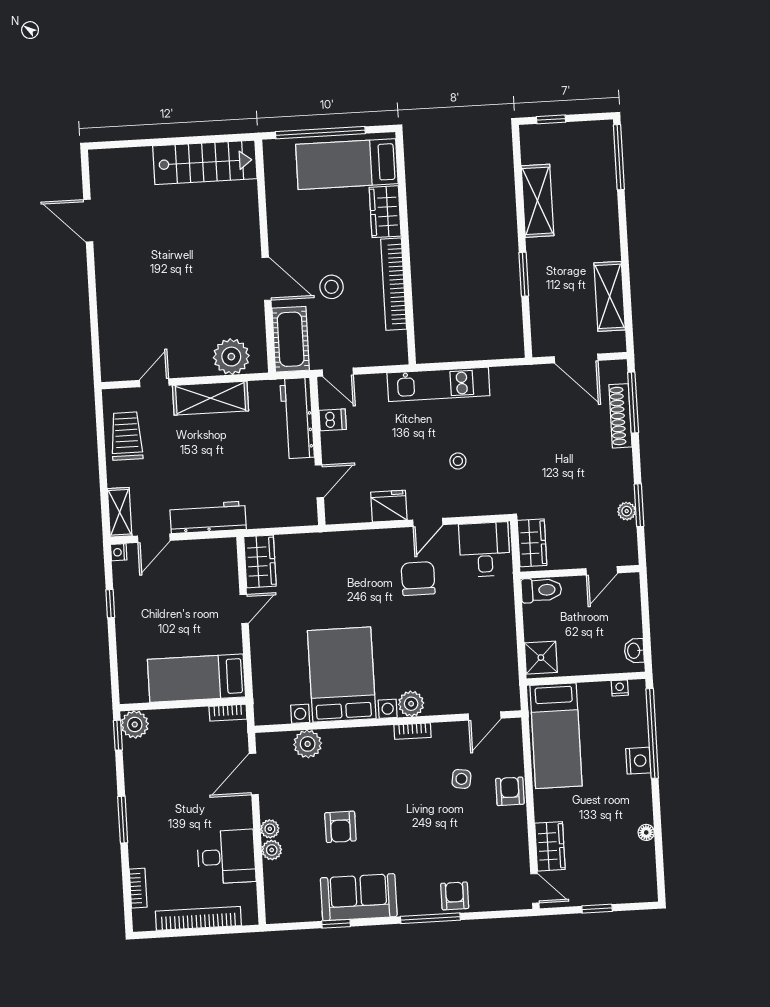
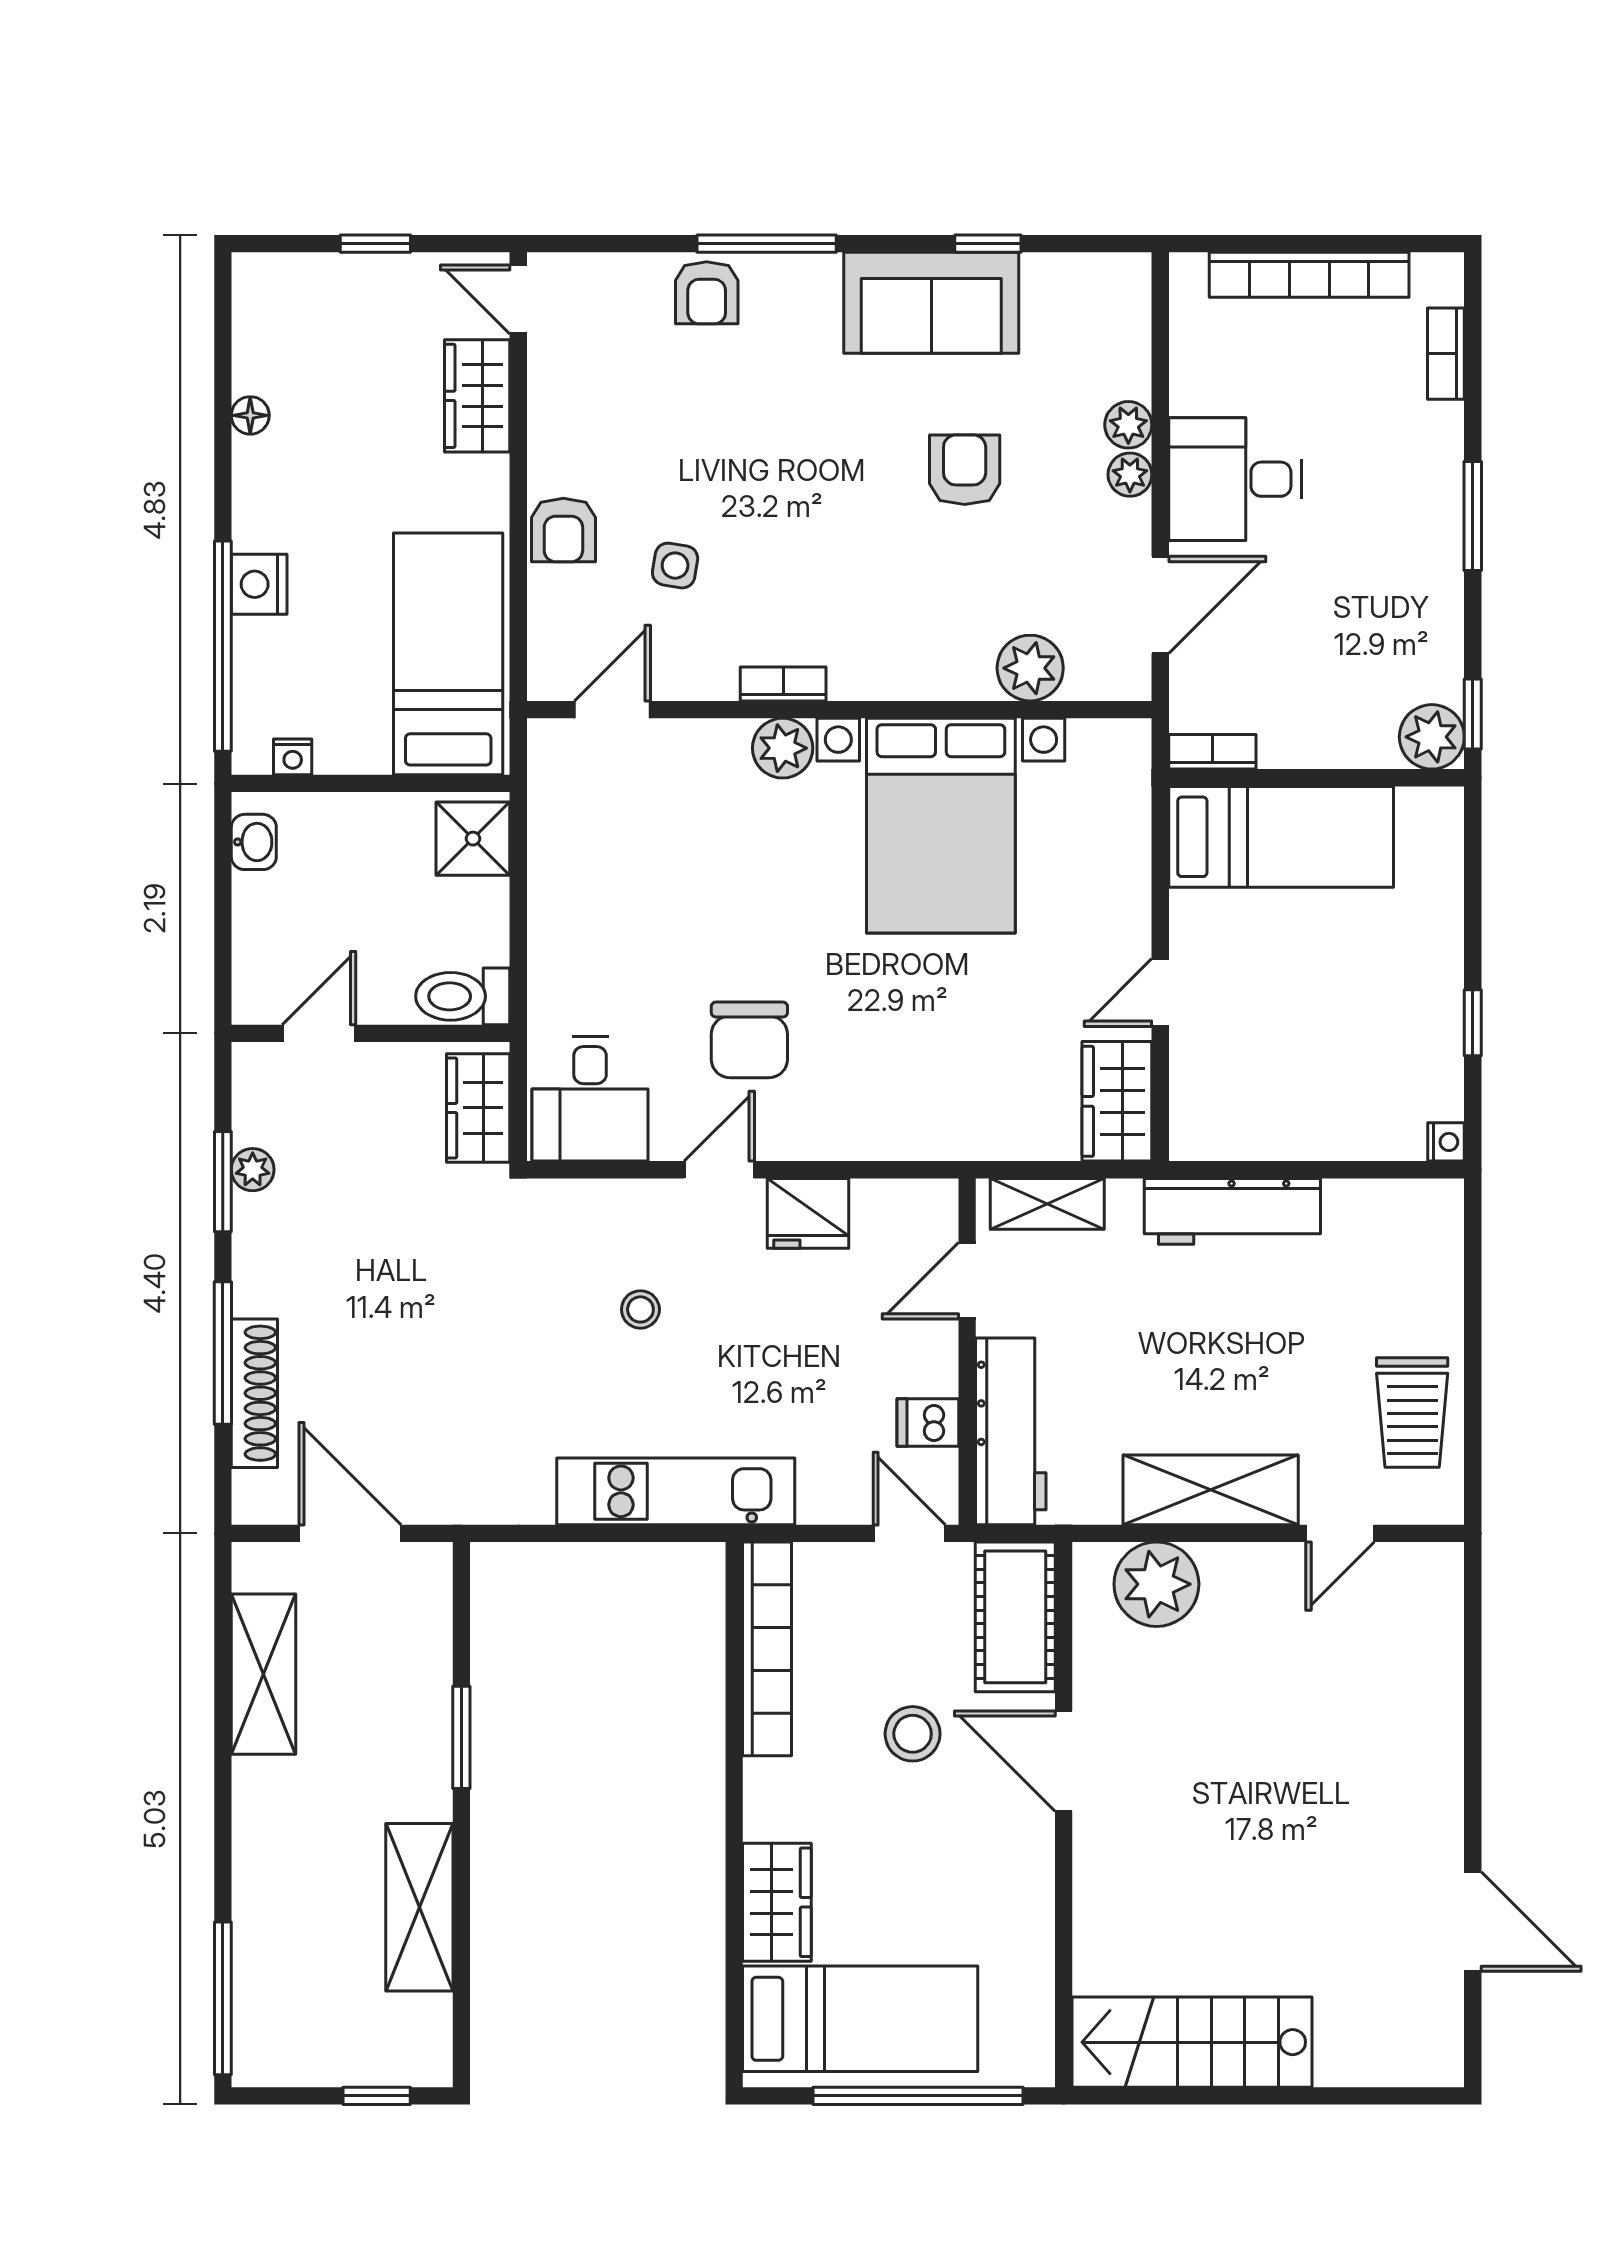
bookcase: (394, 284) -> (767, 1649), moved
window: (633, 402) -> (223, 1353), moved
shelving: (120, 512) -> (1047, 1204), moved, turned 90
door: (154, 538) -> (1362, 1170), removed
desk: (226, 857) -> (1235, 479), moved

